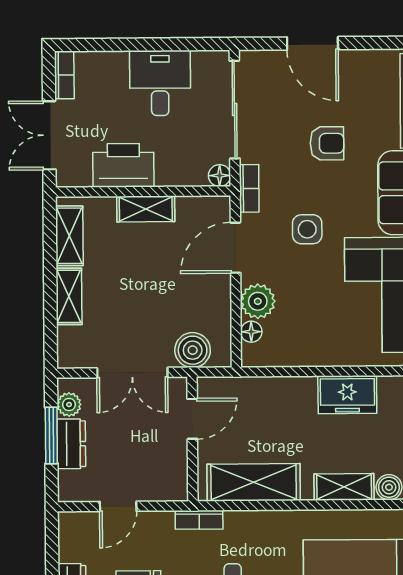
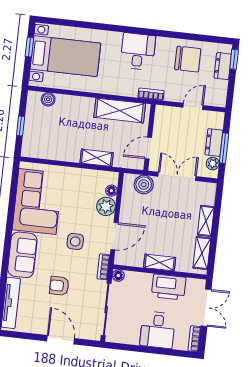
desk: (160, 83) -> (158, 330), moved
freezer: (347, 395) -> (64, 151), removed
shelving: (344, 487) -> (97, 158), moved

